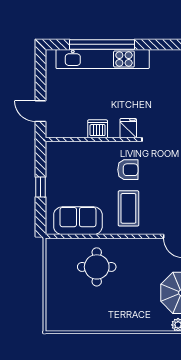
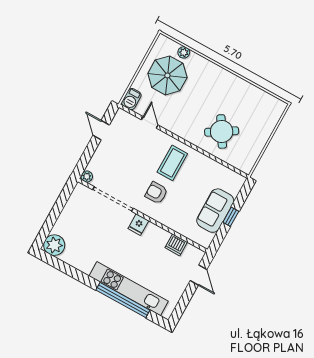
dishwasher: (98, 129) -> (176, 245), moved
sofa: (78, 221) -> (215, 211), moved, turned 90
round table: (97, 267) -> (222, 131), turned -32

